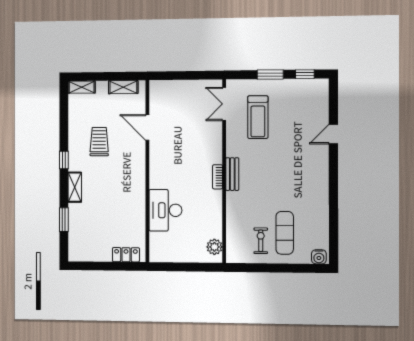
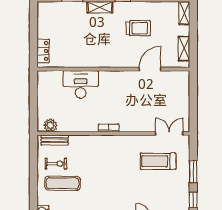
bench: (232, 174) -> (55, 140), moved

